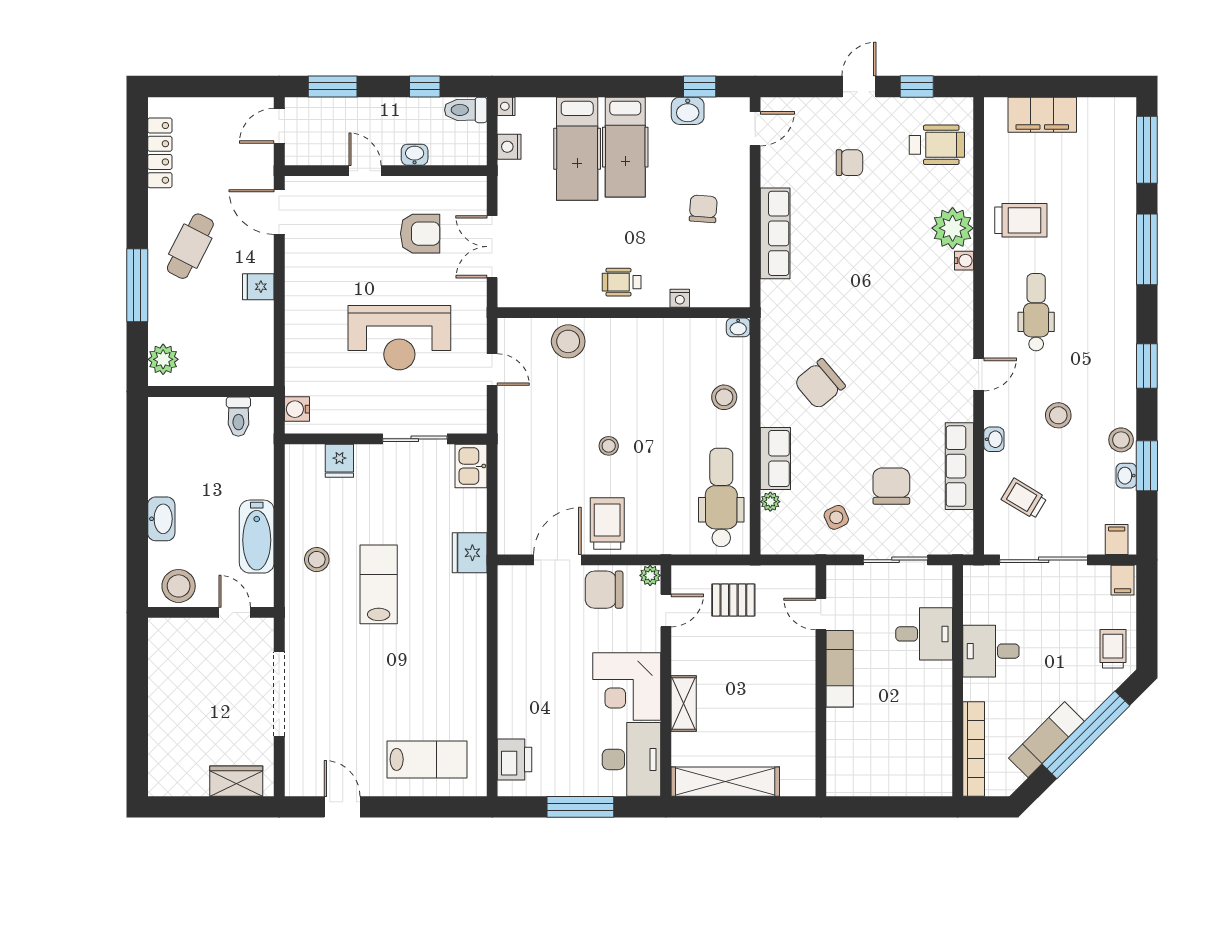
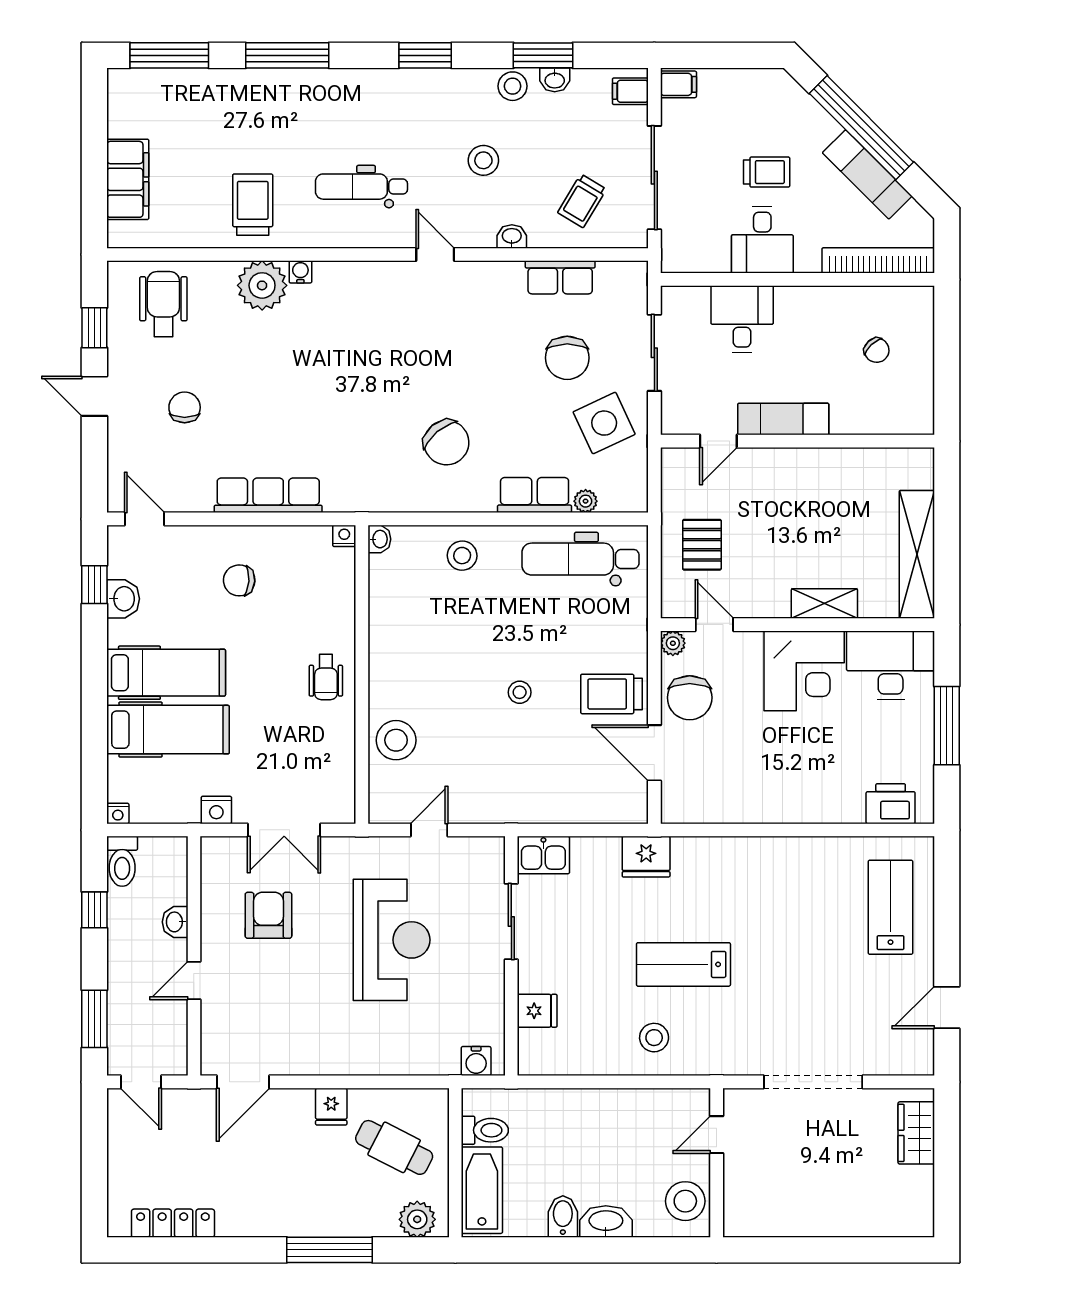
nightstand: (509, 147) -> (216, 810), moved
cafe table: (190, 246) -> (394, 1147), moved
nightstand: (680, 298) -> (344, 536), moved, turned -90
row of seats: (959, 466) -> (560, 277), width x0.68
bidet: (165, 482) -> (563, 1217), added
chair: (891, 486) -> (567, 358), turned -90
side table: (836, 517) -> (604, 423), width x1.87, depth x1.87
bathtub: (257, 537) -> (482, 1190), moved, turned -90
trolley: (1113, 649) -> (767, 172), moved, turned 180
chair: (898, 748) -> (877, 350), added

